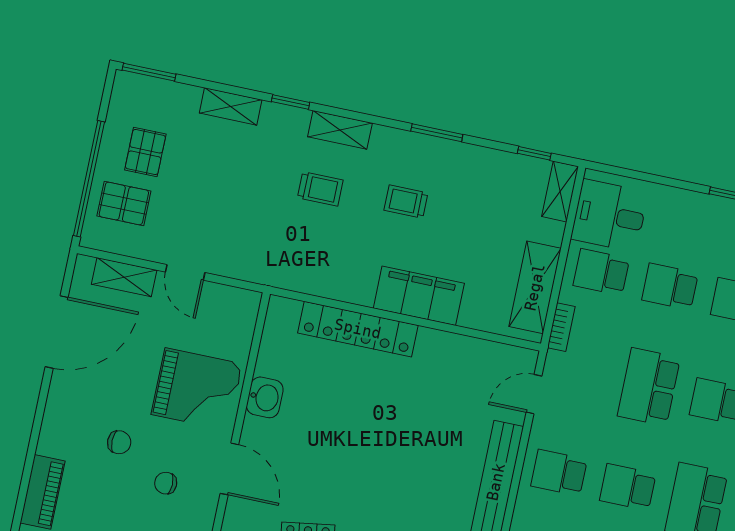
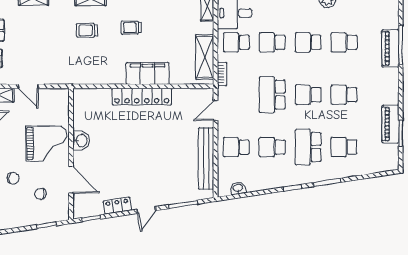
trolley: (320, 189) -> (87, 30), turned 180
locker: (358, 329) -> (142, 97), moved

